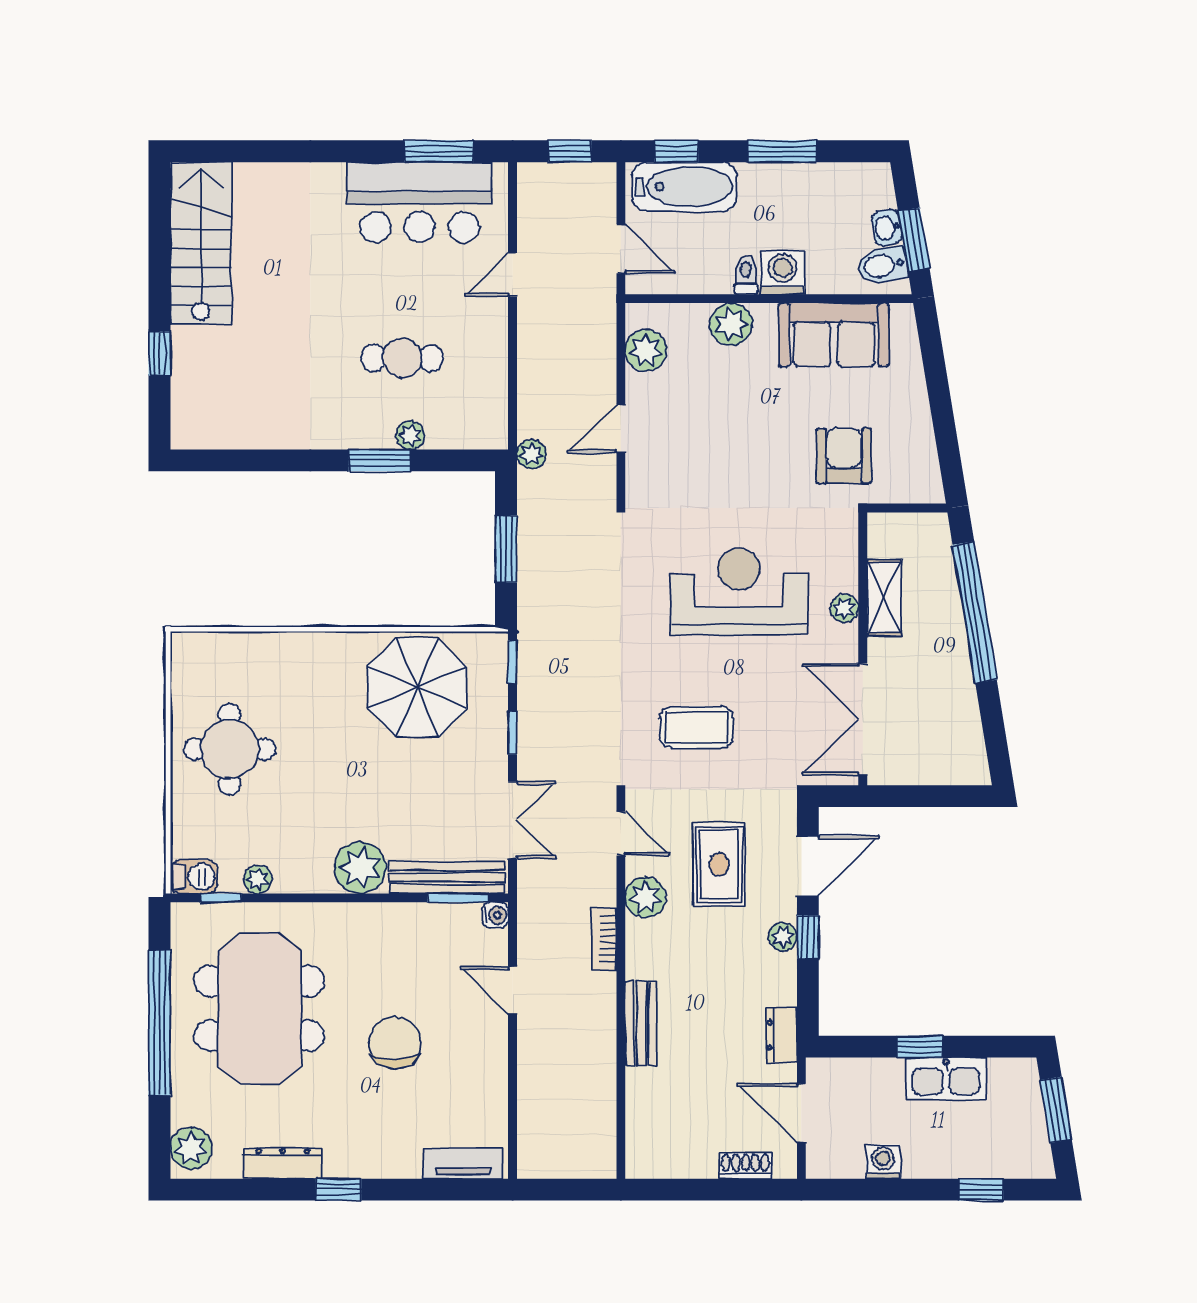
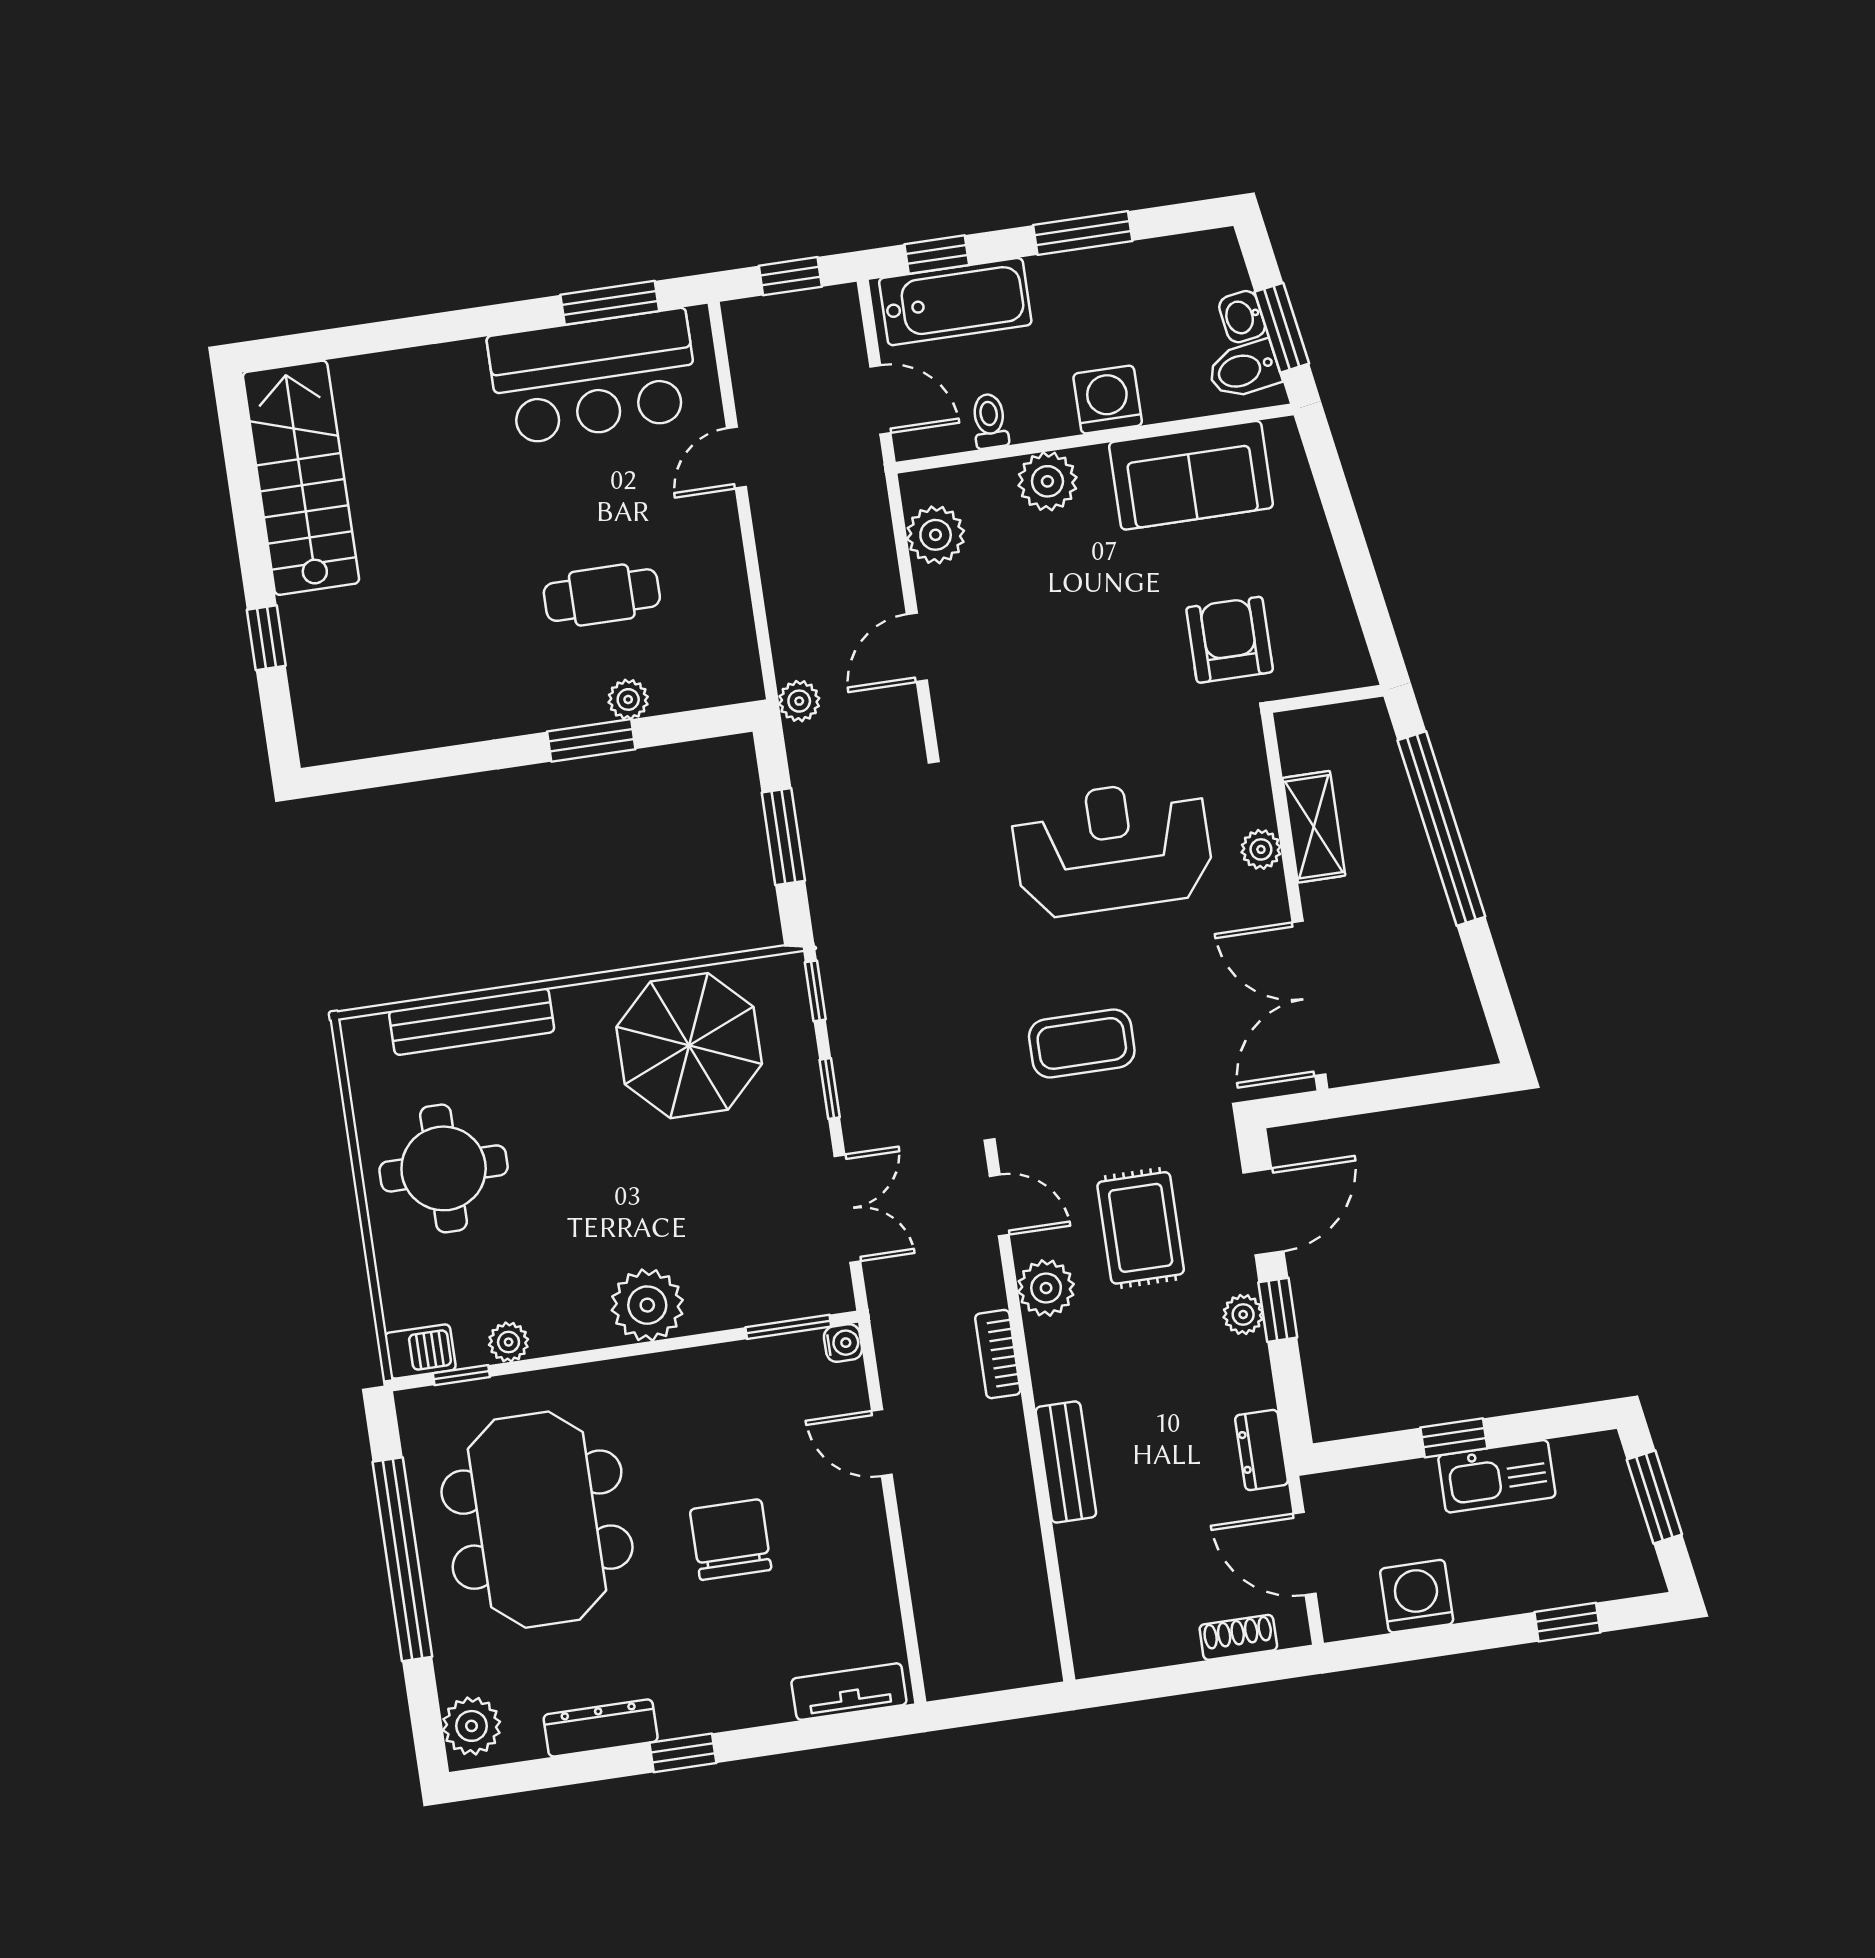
toilet: (746, 275) -> (990, 421), moved
bench: (447, 877) -> (472, 1022), moved
washing machine: (883, 1162) -> (1417, 1596), width x1.38, depth x1.38

